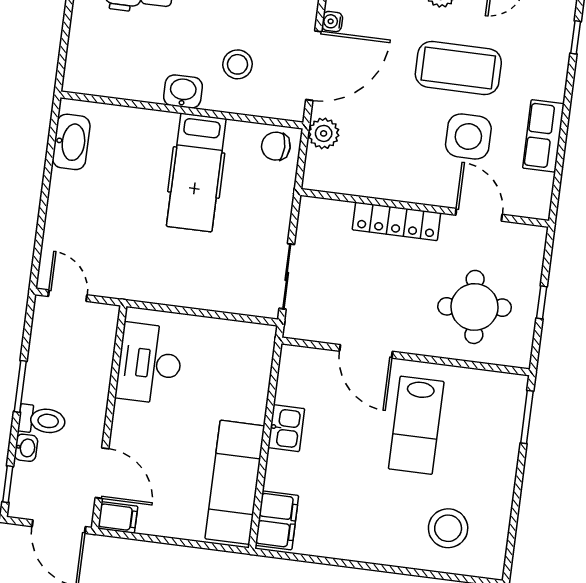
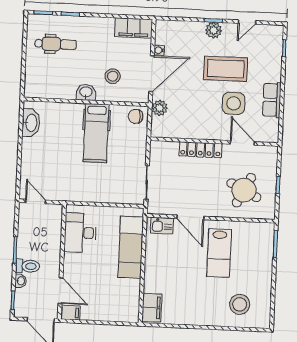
round table: (475, 307) -> (244, 190), turned 33
kitchen sink: (286, 428) -> (162, 226), moved, turned 90
exam couch: (235, 482) -> (131, 247), moved

